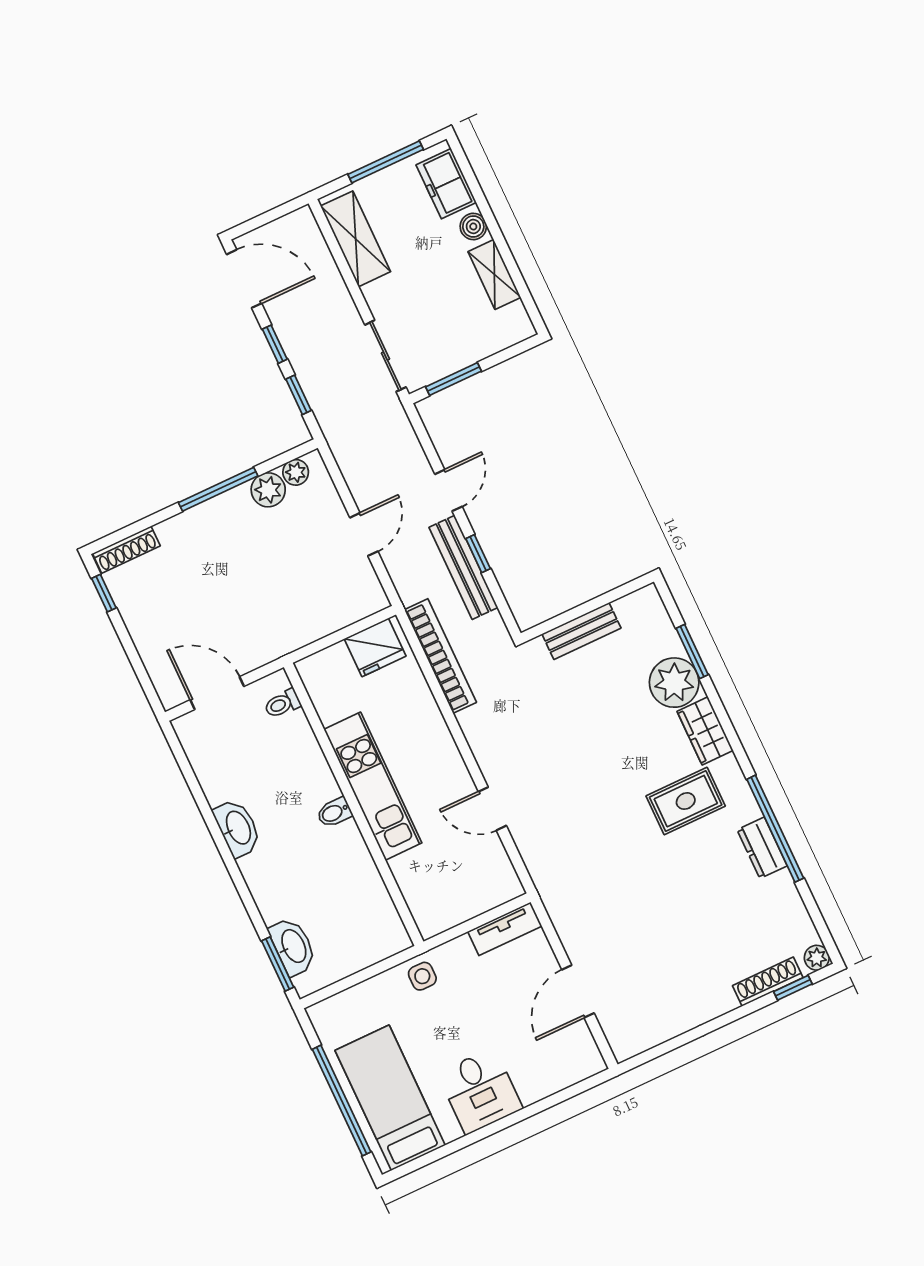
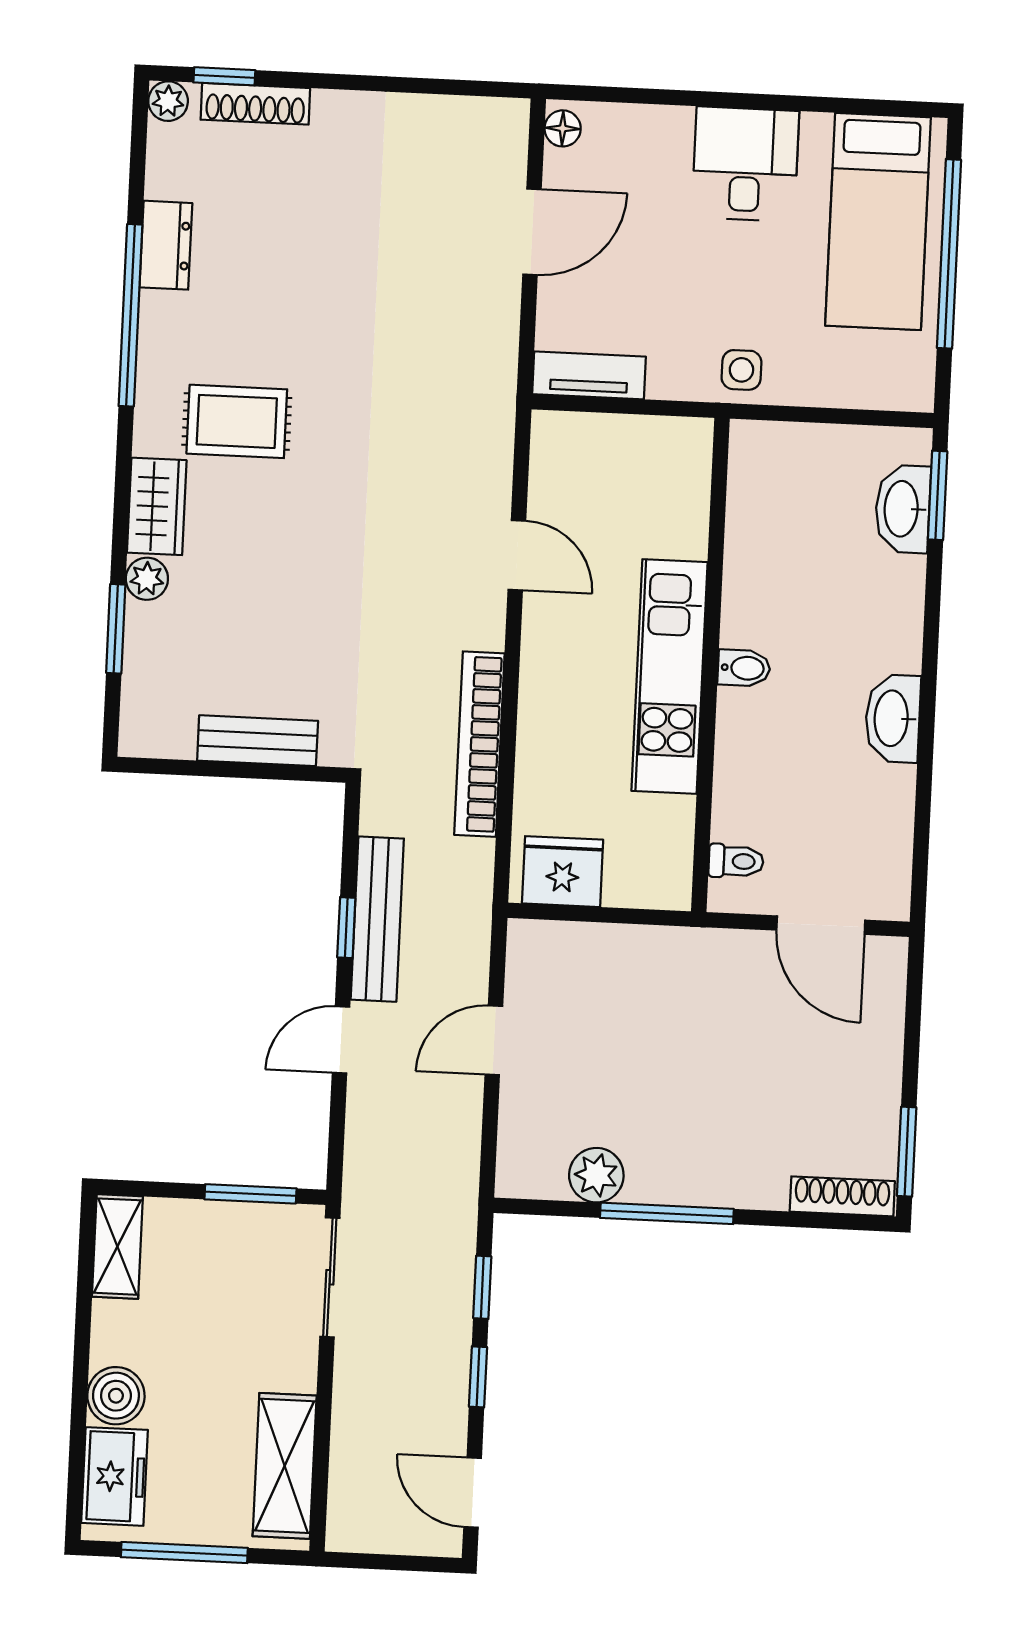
boiler: (473, 226) -> (116, 1396), width x1.36, depth x1.36
shelving: (494, 275) -> (117, 1247), moved
door: (244, 279) -> (473, 1493), width x0.73
plant: (296, 472) -> (544, 1179), removed
window: (104, 593) -> (907, 1152), width x1.50
bookcase: (440, 656) -> (479, 744), moved
plant: (674, 683) -> (147, 579), width x0.53, depth x0.53
dresser: (762, 848) -> (166, 245), moved
floor lamp: (591, 1057) -> (563, 128), added

